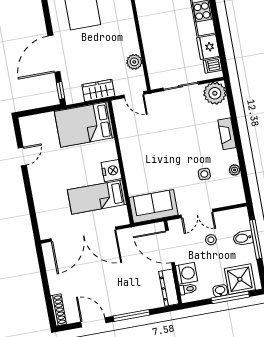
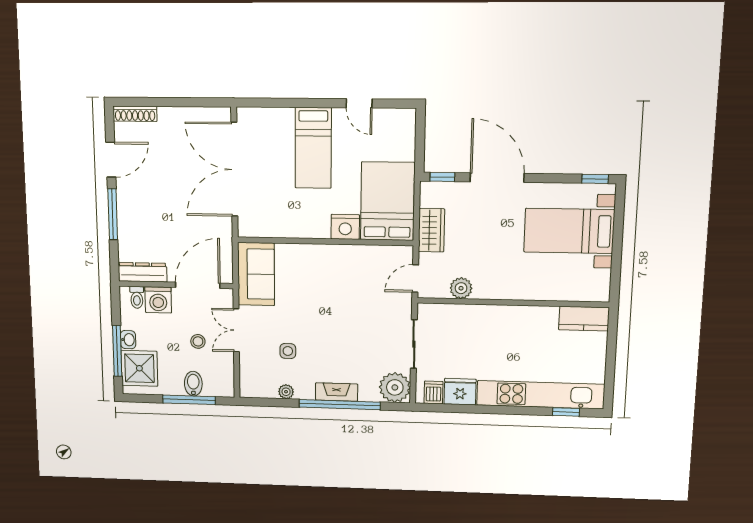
window: (236, 130) -> (340, 405), added
nightstand: (111, 171) -> (345, 227), moved
bed: (97, 197) -> (313, 148), moved, turned 180

